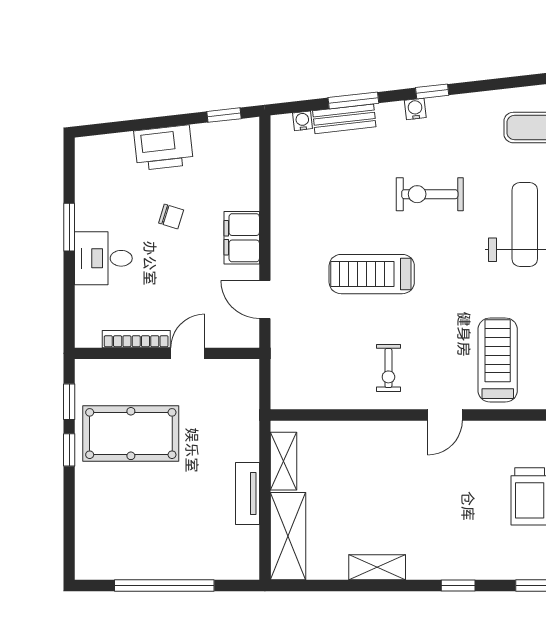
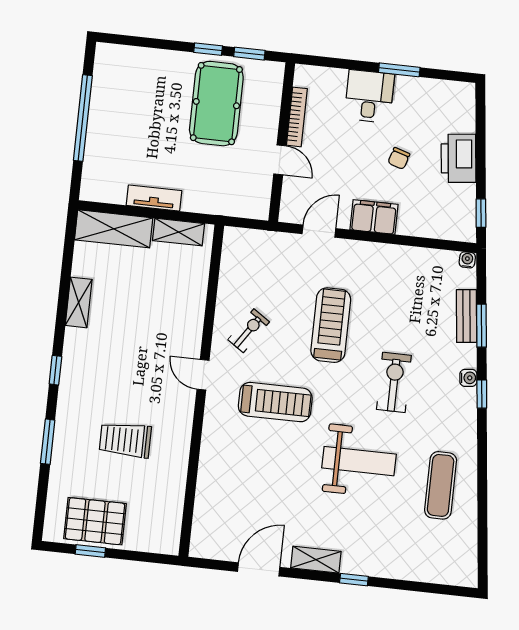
water cooler: (302, 121) -> (467, 260), moved, turned -84
treadmill: (498, 360) -> (275, 402), moved
exercise bike: (388, 368) -> (249, 331), turned 124

